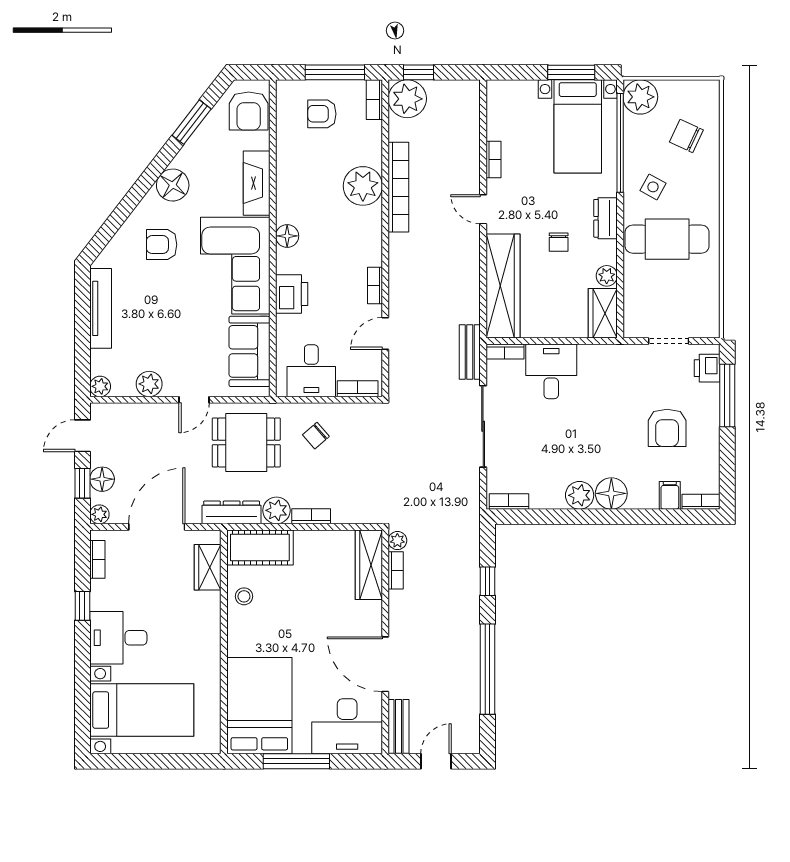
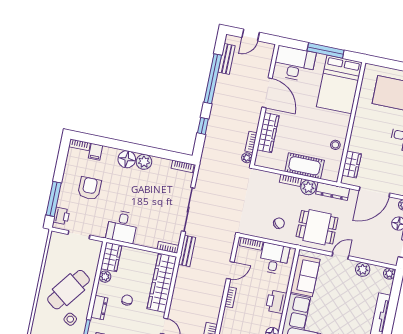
cafe table: (667, 239) -> (69, 290), turned -53
desk: (551, 371) -> (122, 227), moved
cot: (260, 548) -> (305, 166), moved
wardrobe: (369, 565) -> (268, 133), moved
bench: (399, 726) -> (227, 59), moved

